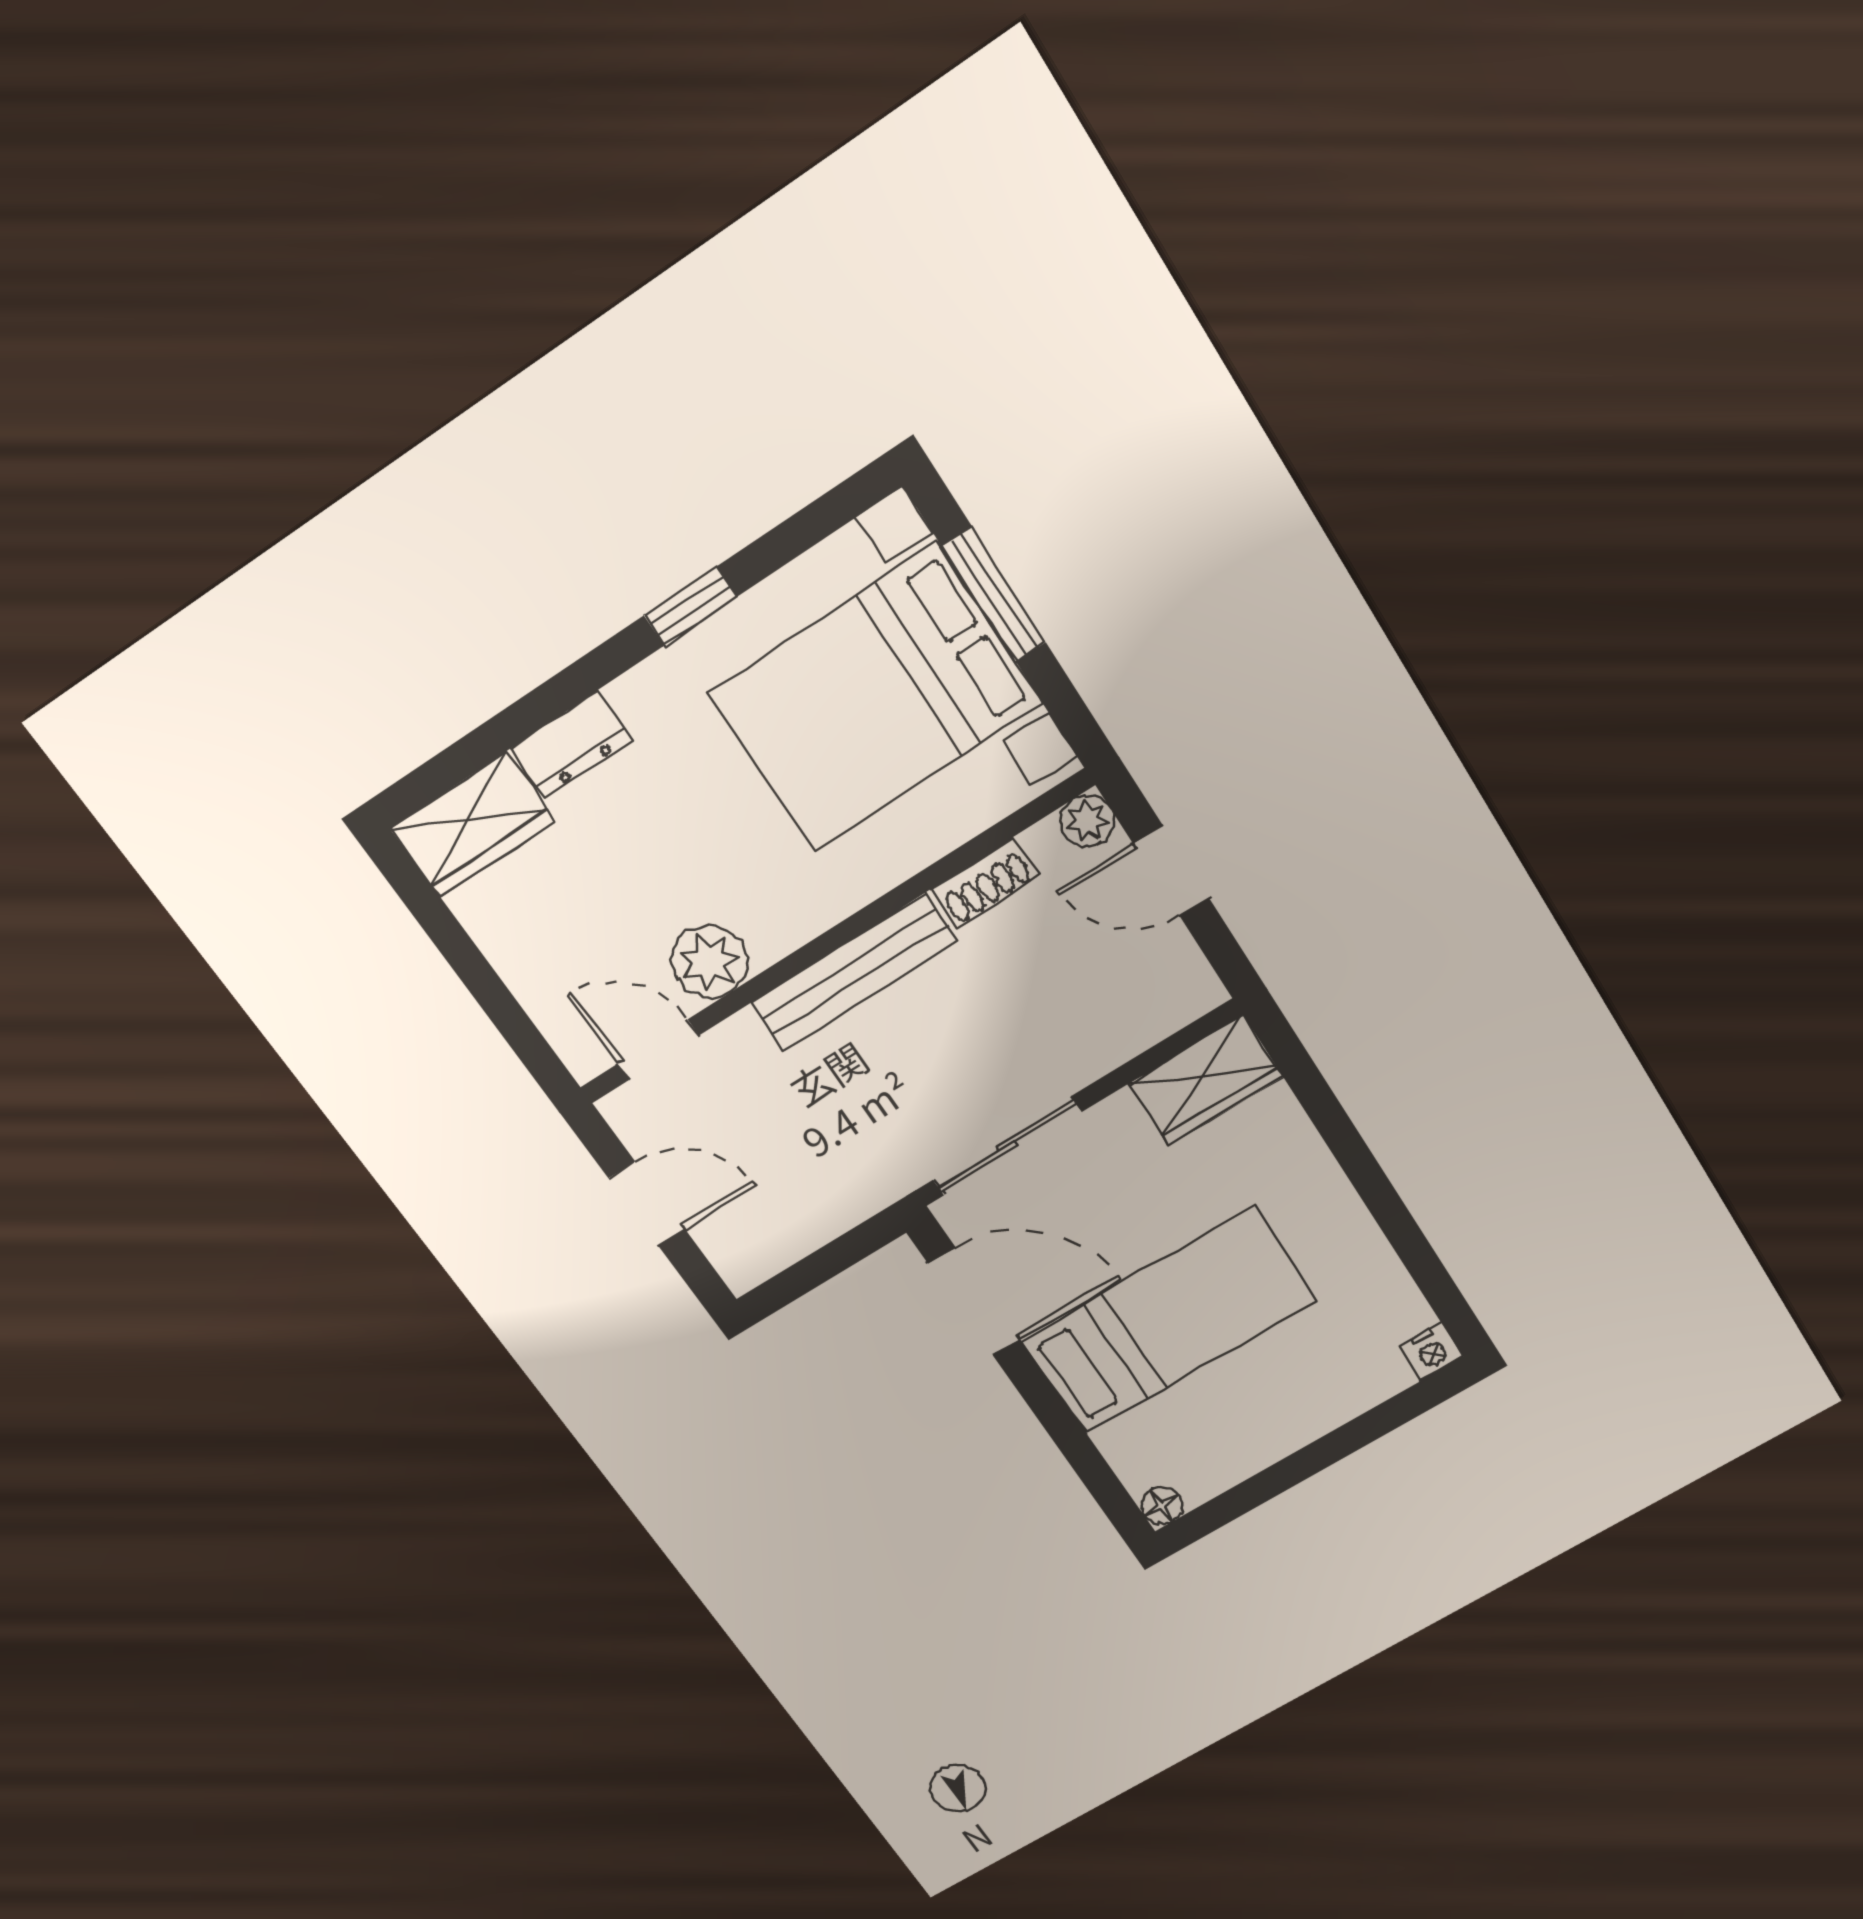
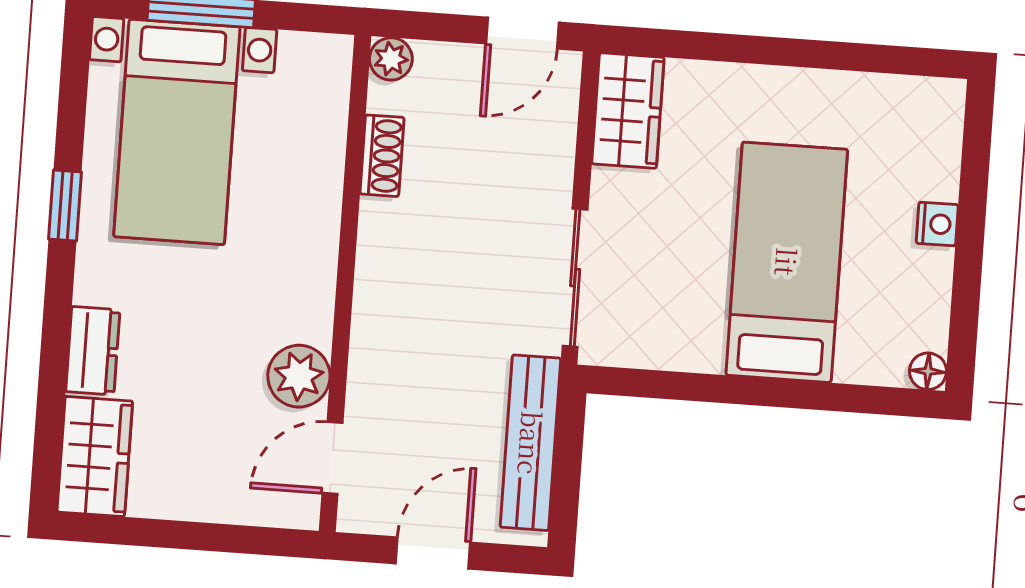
bed with nightstands: (876, 699) -> (177, 132), width x0.73
door: (1171, 871) -> (522, 33), moved
bench: (854, 972) -> (531, 443), moved
door: (974, 1302) -> (672, 385), removed
nightstand: (1431, 1351) -> (937, 224), moved

